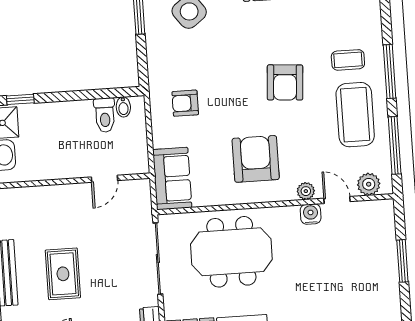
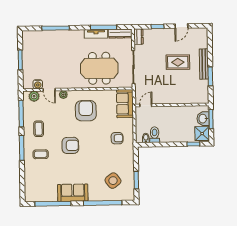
armchair: (285, 82) -> (70, 145), turned 86
coffee table: (355, 115) -> (39, 129), width x0.54, depth x0.58
armchair: (256, 159) -> (86, 111), turned 180
door: (104, 179) -> (146, 105), moved
water cooler: (311, 214) -> (38, 84), moved
rug: (63, 274) -> (178, 62), turned 90

